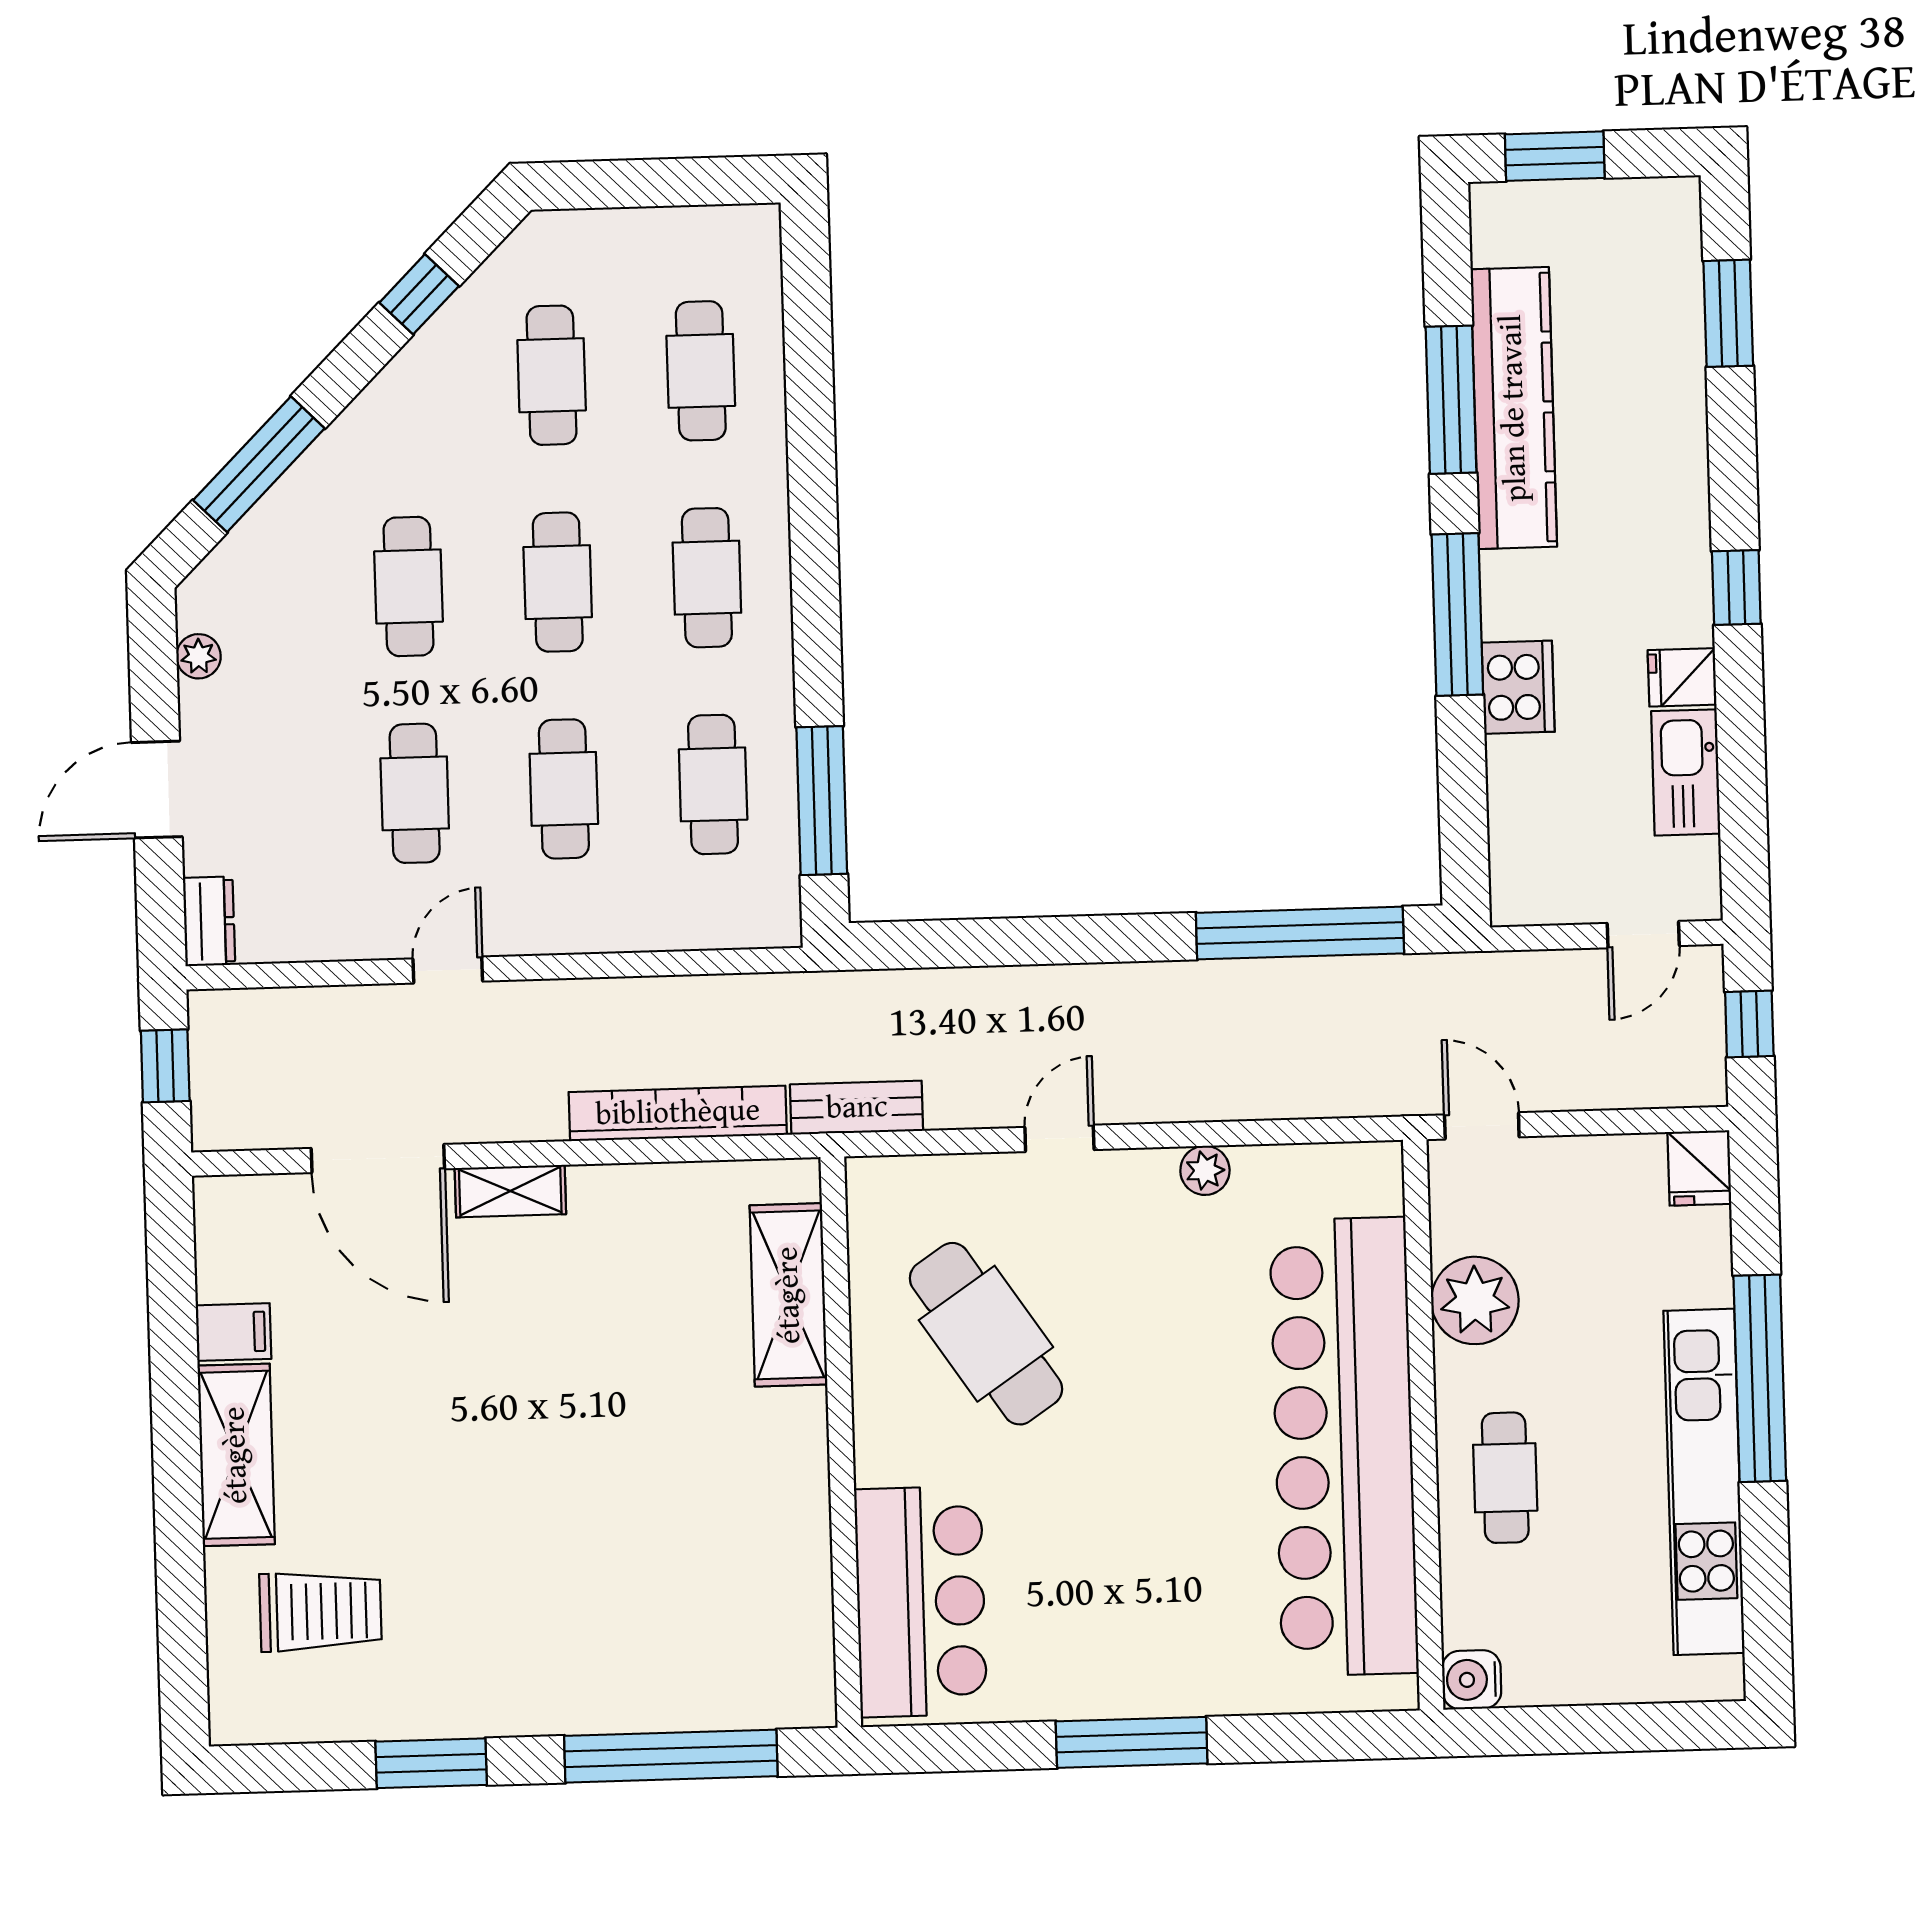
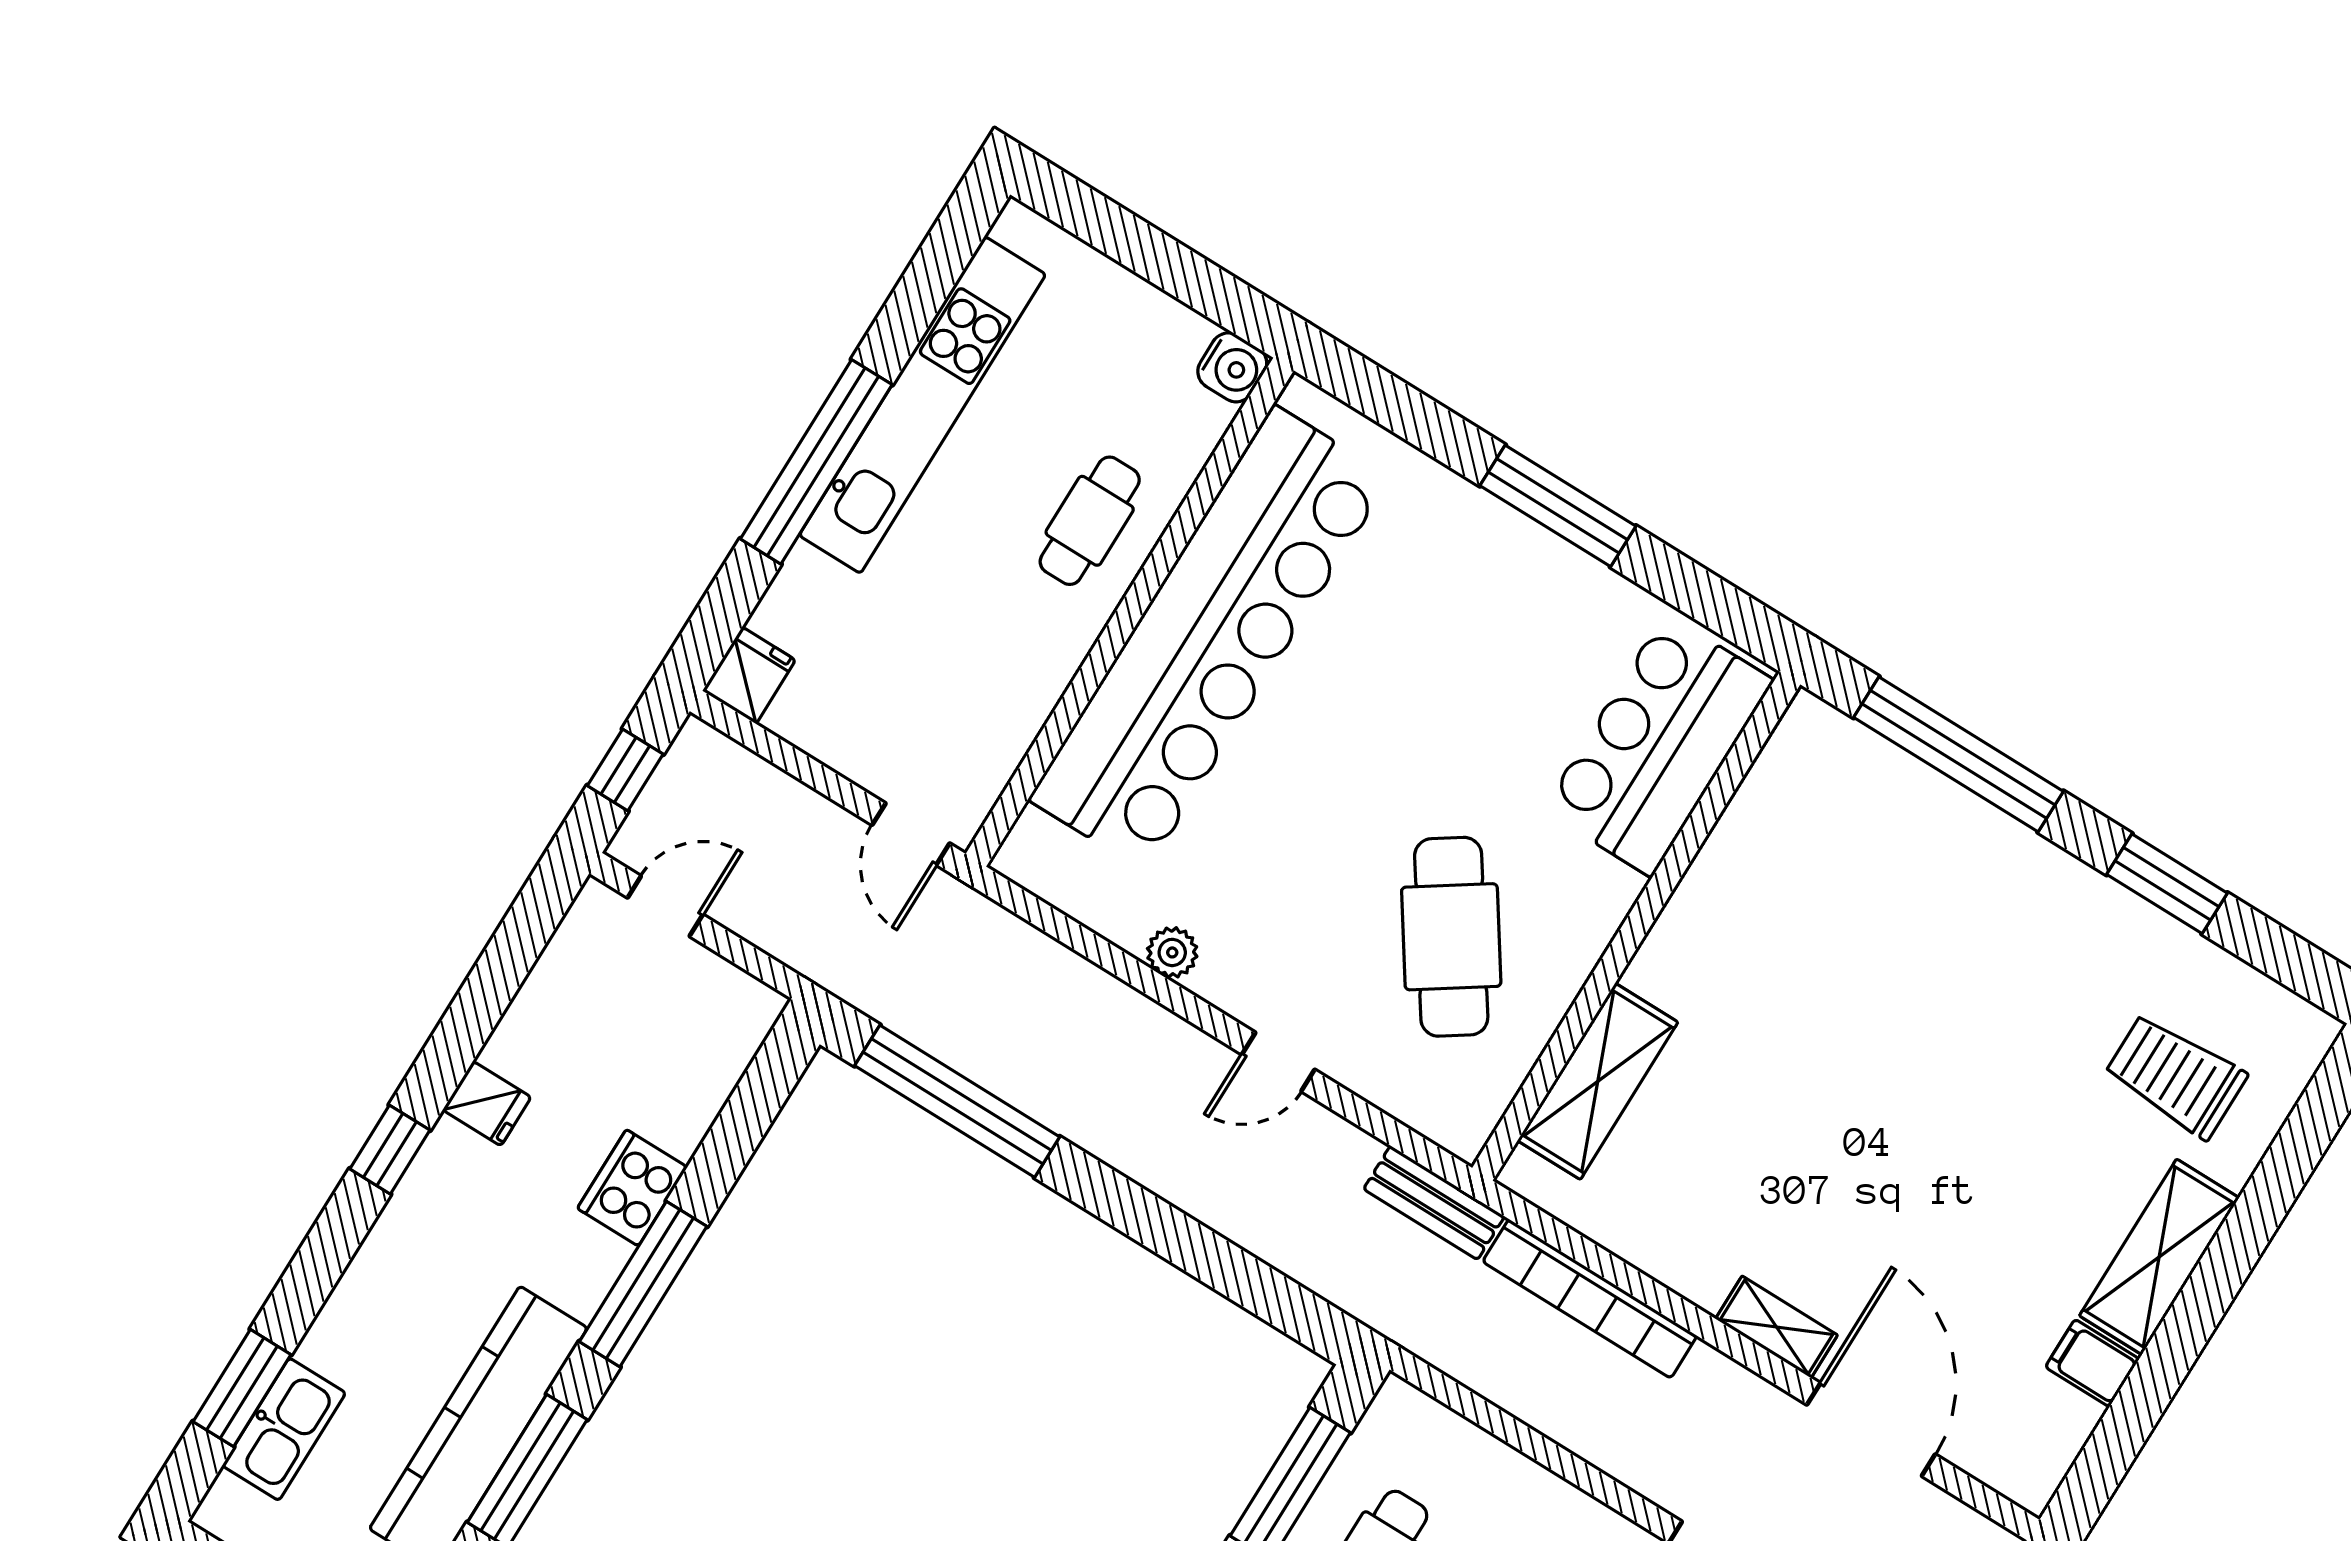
kitchen sink: (1686, 772) -> (284, 1429), moved
plant: (1475, 1300) -> (1015, 689), removed

